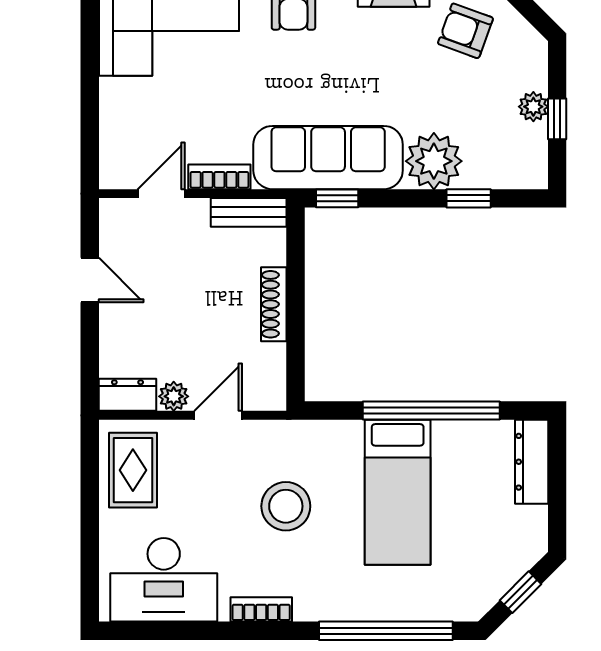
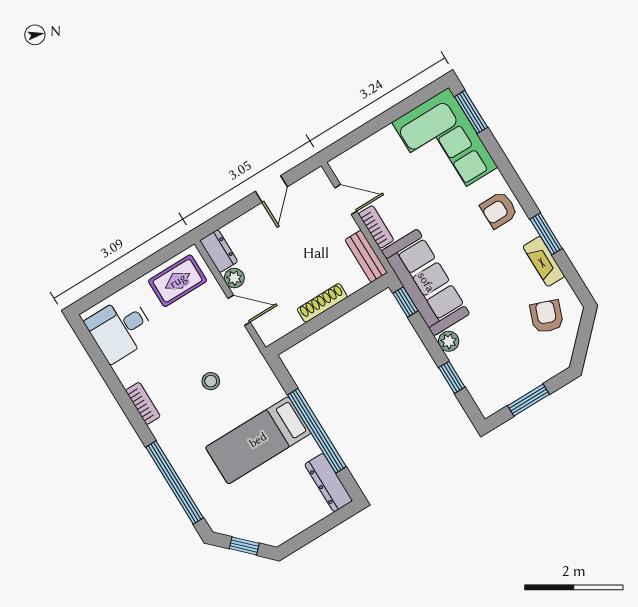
plant: (533, 107) -> (527, 382), removed
window: (557, 119) -> (528, 400), width x1.50
plant: (434, 161) -> (449, 341), width x0.53, depth x0.53
dresser: (532, 462) -> (329, 483), moved, turned -90
stool: (286, 506) -> (211, 381), width x0.53, depth x0.53
desk: (164, 580) -> (120, 329), width x0.73

